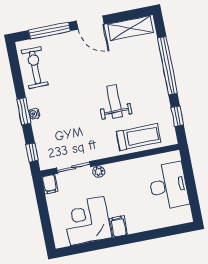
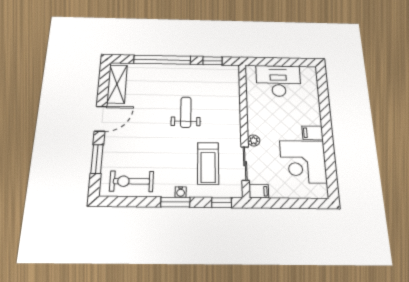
window: (49, 31) -> (97, 159), width x0.69
weight bench: (114, 102) -> (186, 112), turned 90
treadmill: (139, 137) -> (208, 163), moved, turned 180

